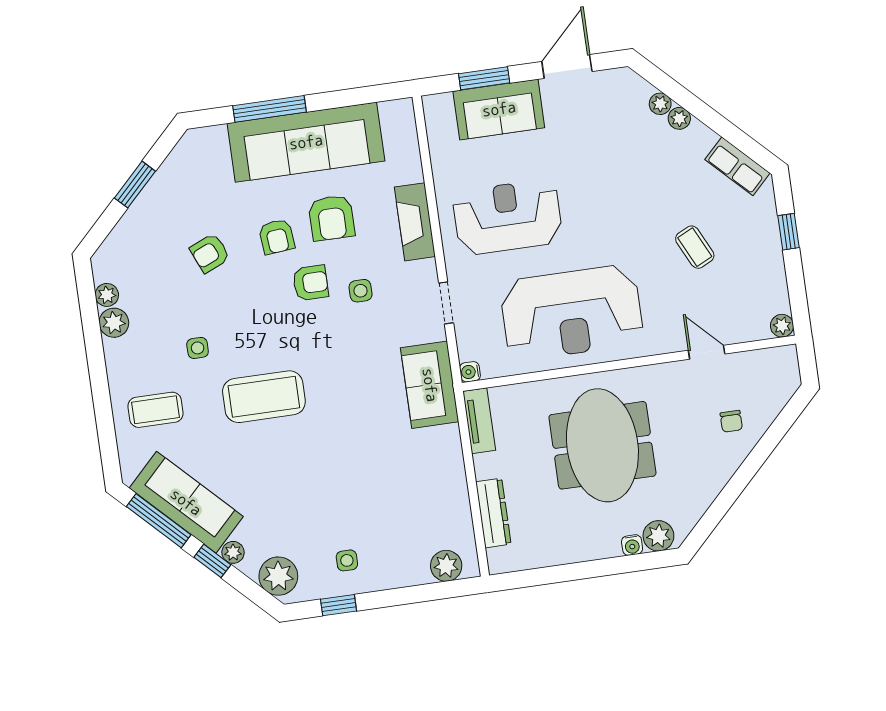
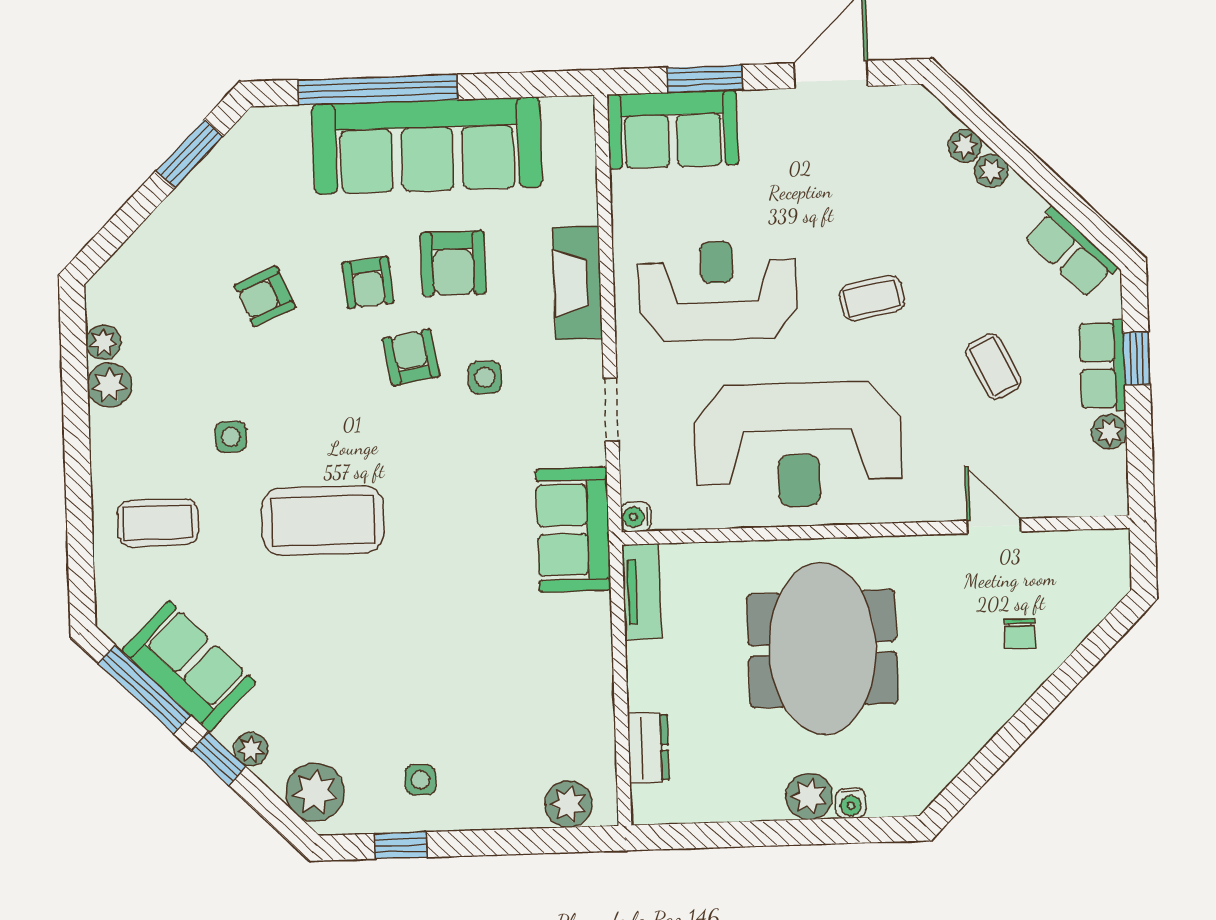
window: (270, 109) -> (378, 90), width x1.46
sofa: (499, 109) -> (673, 130), moved
window: (135, 185) -> (189, 154), moved
coffee table: (610, 211) -> (872, 298), added
row of seats: (767, 239) -> (1102, 365), added
armchair: (311, 283) -> (411, 357), turned -100
plant: (782, 326) -> (1109, 432), moved
sofa: (186, 502) -> (189, 666), width x0.73
dresser: (493, 513) -> (648, 748), width x0.70
plant: (658, 536) -> (809, 796), moved

